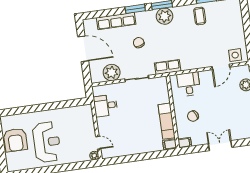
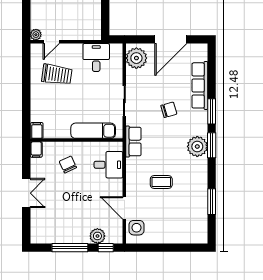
coffee table: (200, 16) -> (161, 182), moved
plant: (112, 73) -> (136, 58), moved
exam couch: (167, 121) -> (93, 131), moved
trolley: (123, 135) -> (57, 74), added

